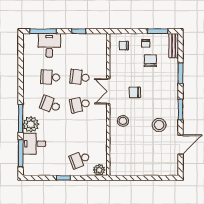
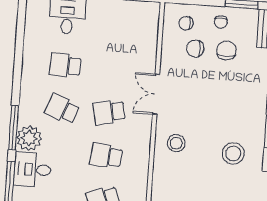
school desk: (80, 77) -> (106, 156), moved
chair: (135, 92) -> (195, 49), moved

